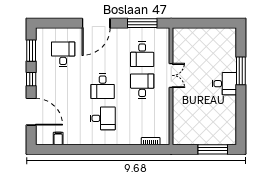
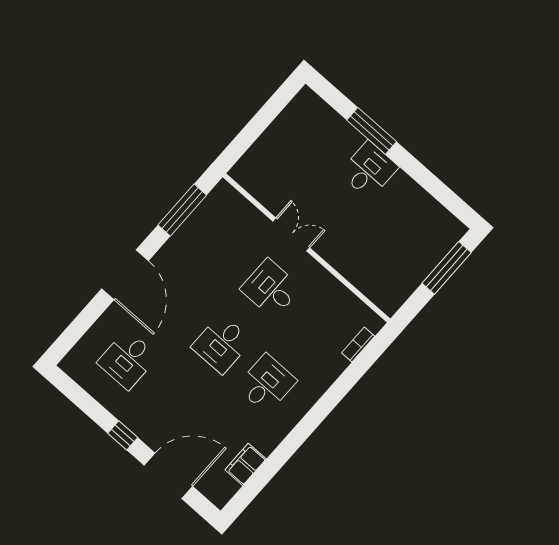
window: (31, 51) -> (83, 400), removed
desk: (63, 54) -> (128, 360), turned -90
desk: (142, 54) -> (226, 249), removed
desk: (103, 86) -> (222, 344), turned 90
filing cabinet: (58, 138) -> (246, 464), width x2.00

